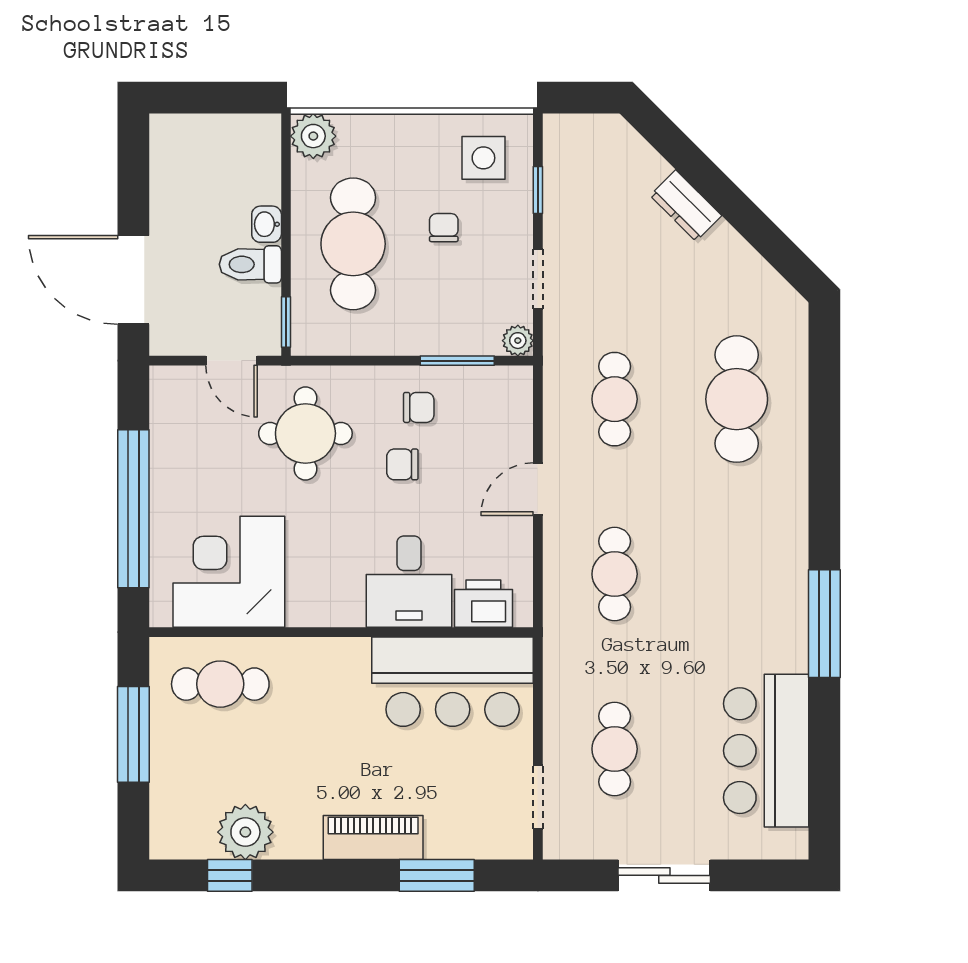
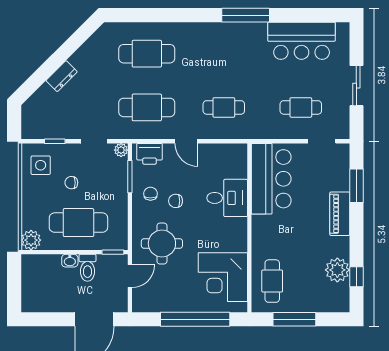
cafe table: (615, 399) -> (147, 107), width x1.37, depth x1.35
chair: (402, 464) -> (176, 201), turned 90
printer: (483, 604) -> (150, 154), moved, turned -90

